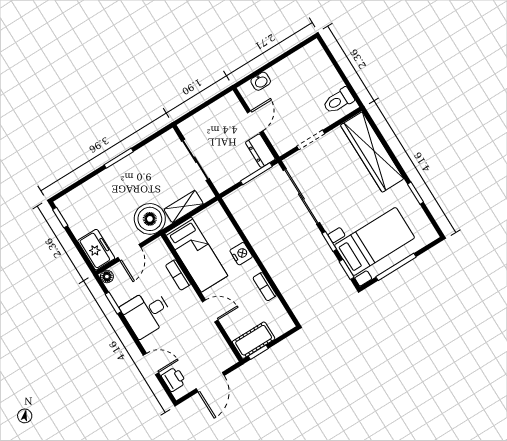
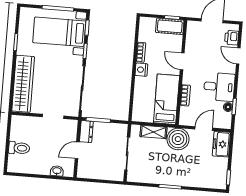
toilet: (338, 101) -> (19, 148), moved
nightstand: (241, 254) -> (141, 70), moved
floor lamp: (107, 277) -> (228, 107), moved

